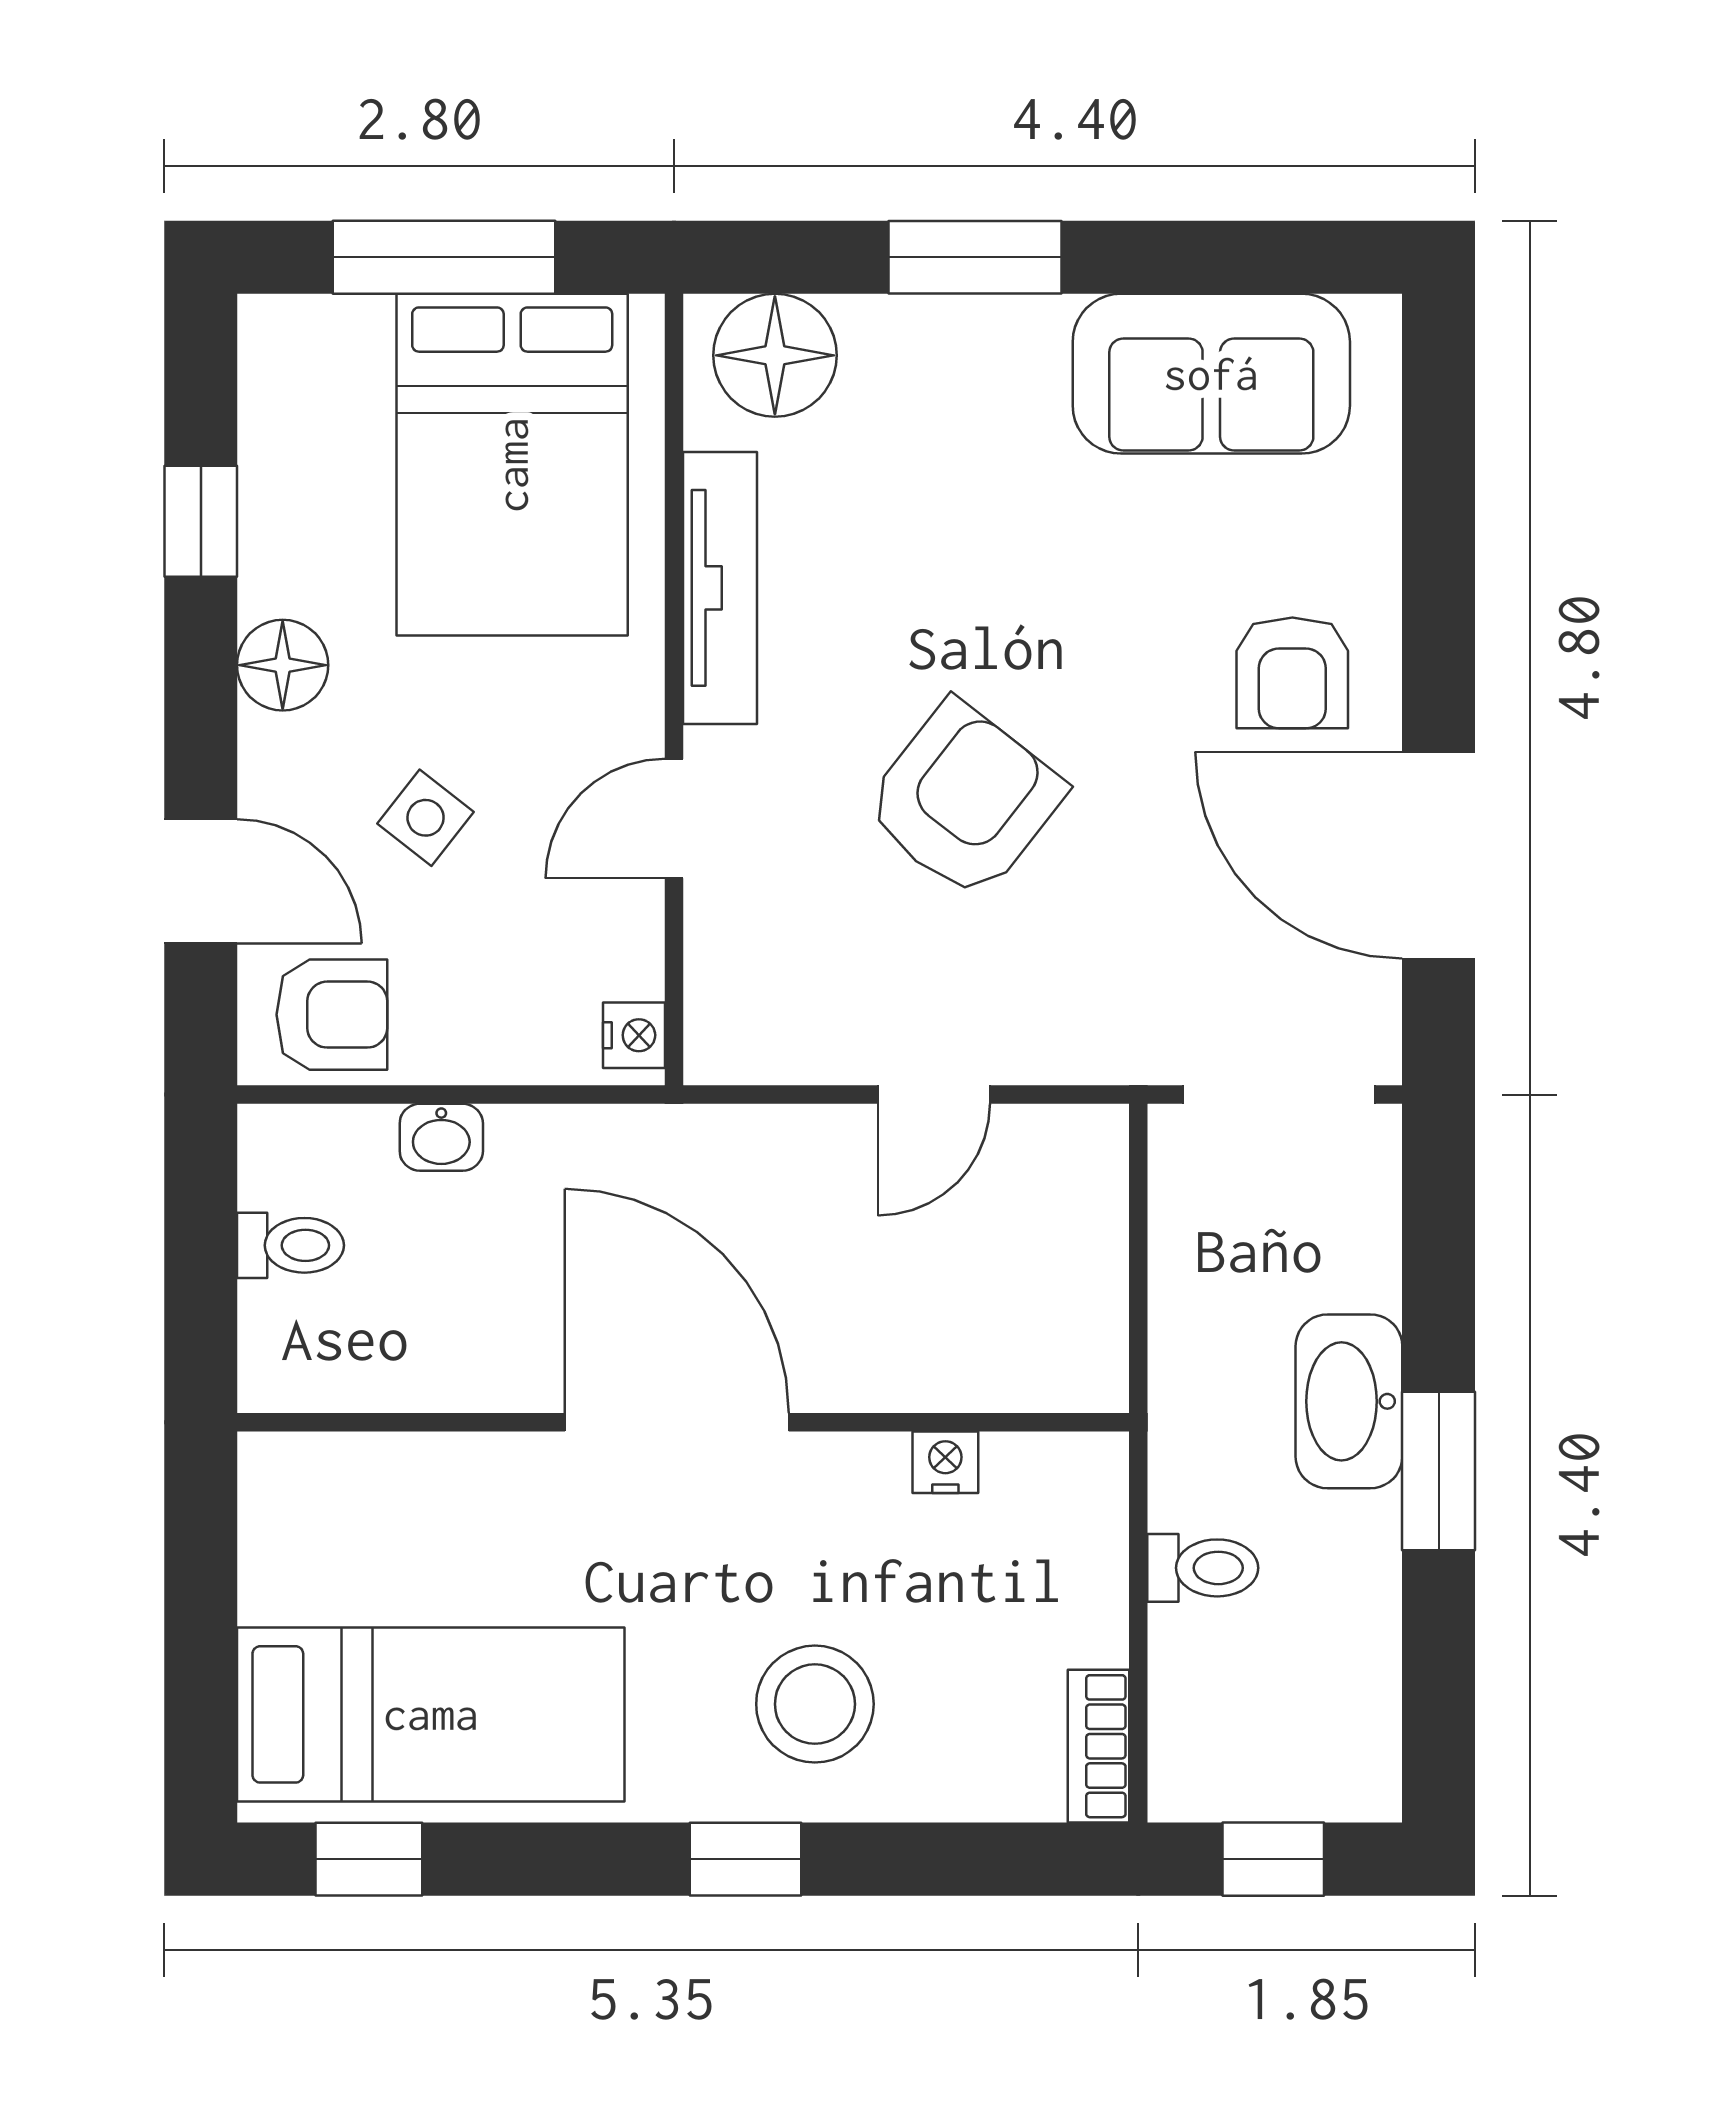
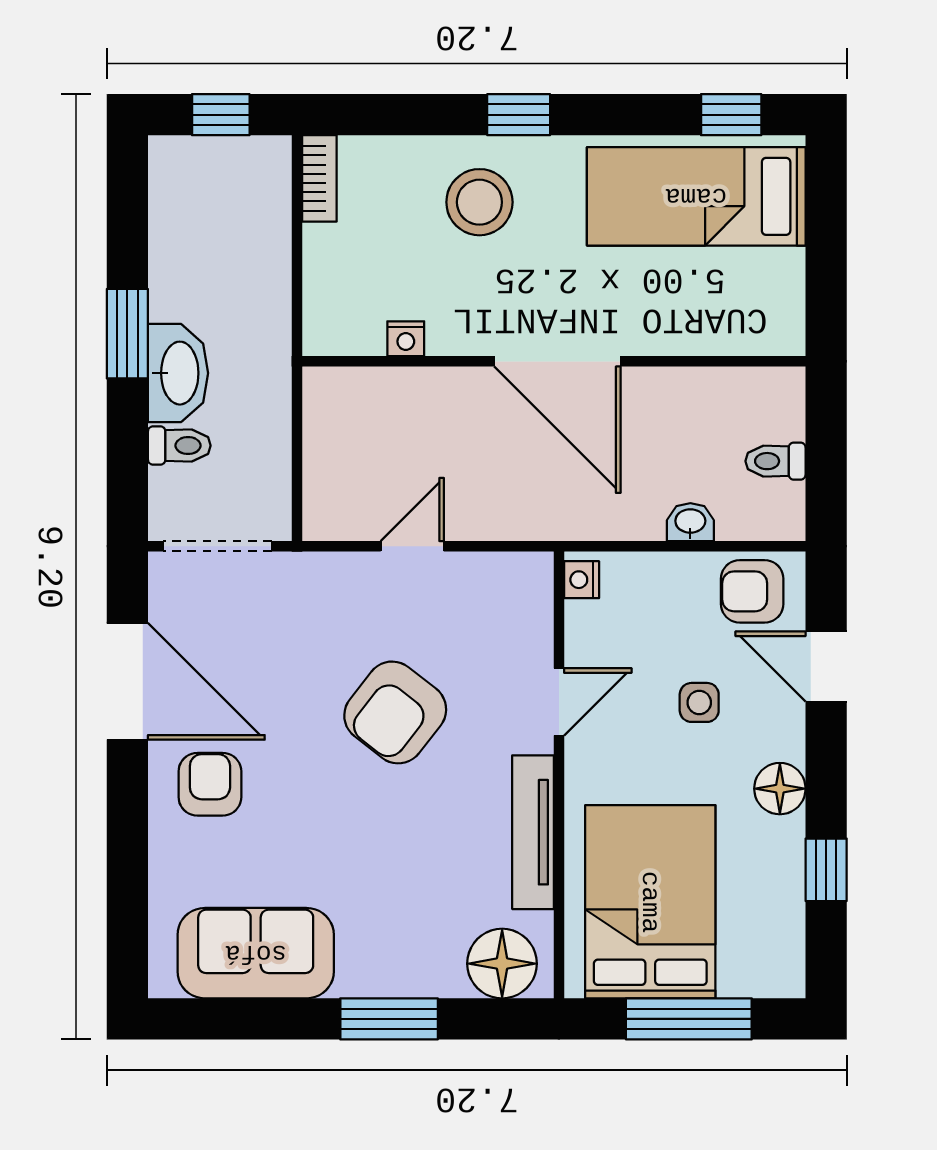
side table: (426, 818) -> (699, 702), turned -38
toilet: (1203, 1568) -> (179, 446), moved, turned 180

